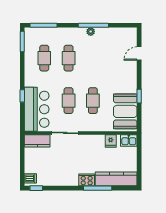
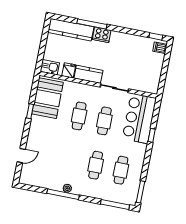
kitchen counter: (37, 141) -> (88, 74), moved

